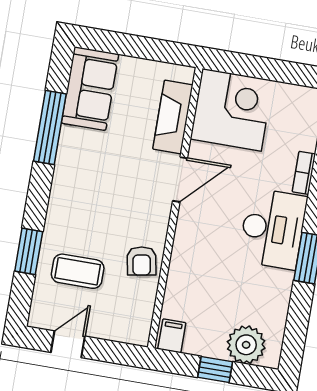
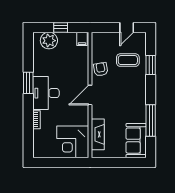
door: (180, 179) -> (90, 95), moved

